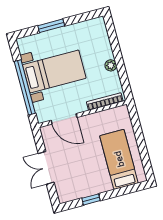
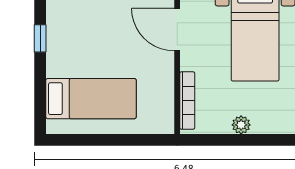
door: (64, 119) -> (177, 30), hinge flipped

